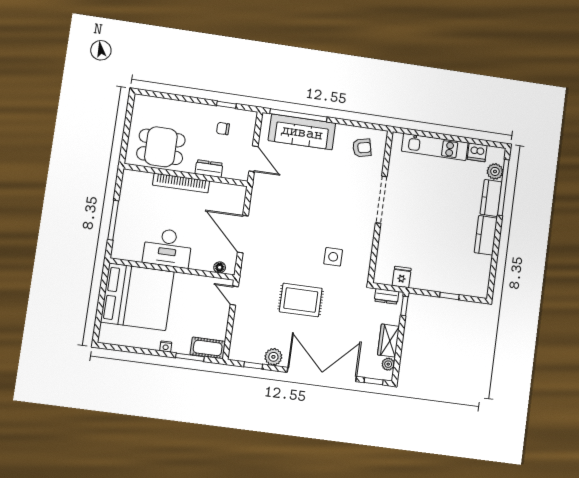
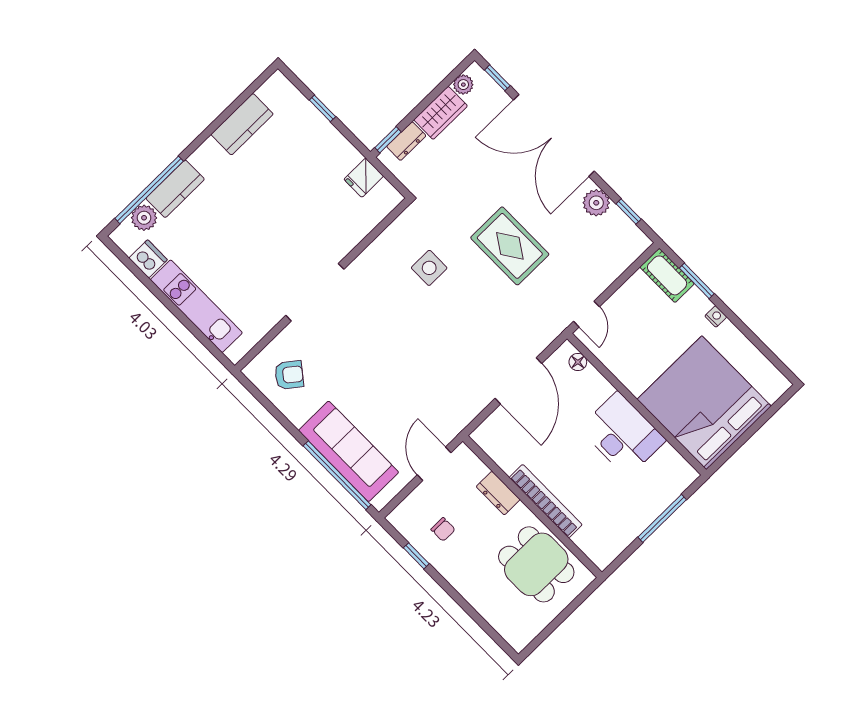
armchair: (362, 148) -> (289, 375), turned 141
kitchen counter: (486, 235) -> (242, 124), moved
dresser: (387, 296) -> (406, 141), moved, turned 90

